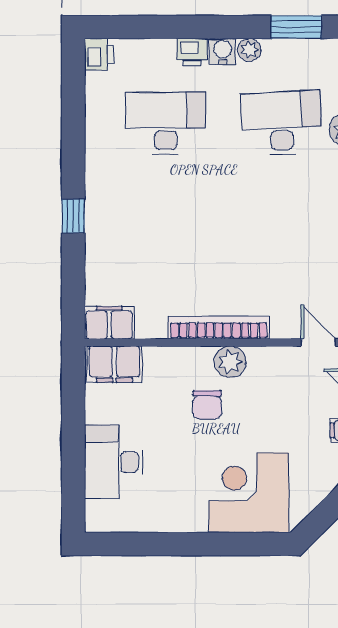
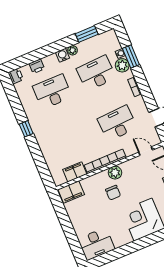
printer: (192, 52) -> (37, 66), moved
window: (73, 216) -> (26, 129), moved
desk: (281, 254) -> (117, 123), added
filing cabinet: (109, 323) -> (75, 172), moved
desk: (114, 462) -> (96, 244), moved, turned -90

